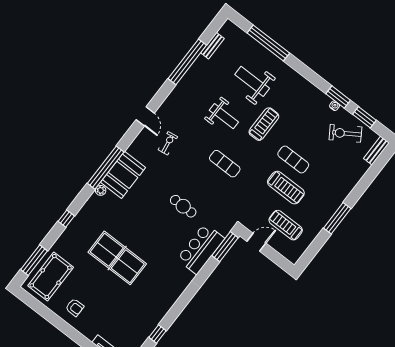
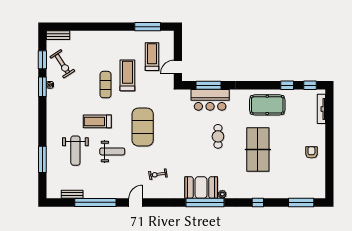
window: (268, 43) -> (42, 159), width x0.68
door: (145, 116) -> (136, 202), moved
weight bench: (224, 116) -> (112, 151), turned 90
exercise mat: (225, 164) -> (143, 127), width x2.00, depth x1.45
cafe table: (183, 206) -> (218, 136), moved
window: (337, 218) -> (148, 27), moved
treadmill: (286, 225) -> (152, 57), turned 180
door: (256, 242) -> (178, 67), hinge flipped
window: (225, 247) -> (209, 85), moved
pool table: (51, 277) -> (267, 105), moved

